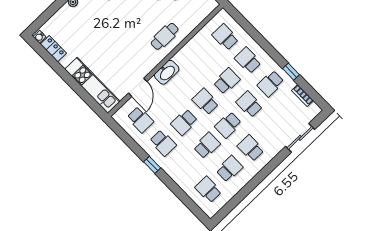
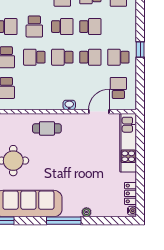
washbasin: (167, 72) -> (69, 105), width x0.52, depth x0.69
school desk: (205, 102) -> (62, 57), turned 90
school desk: (163, 143) -> (118, 57), turned -90
school desk: (207, 146) -> (90, 27), turned 180

